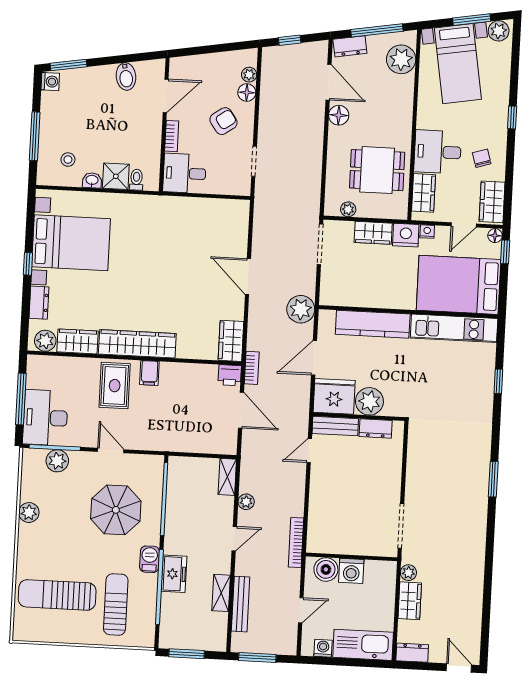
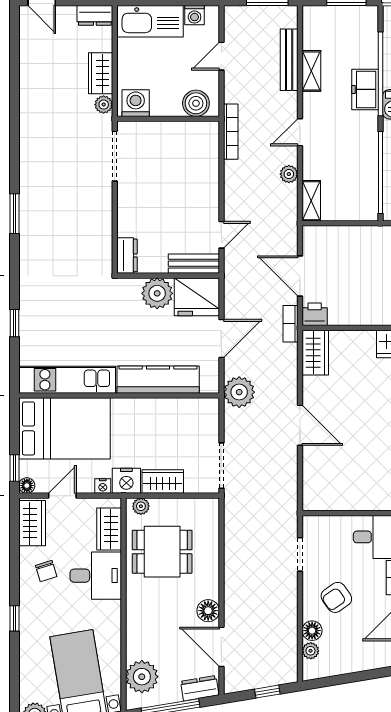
plant: (348, 209) -> (141, 506), moved
dresser: (376, 429) -> (127, 255), moved, turned 90
washing machine: (351, 571) -> (136, 103), moved

